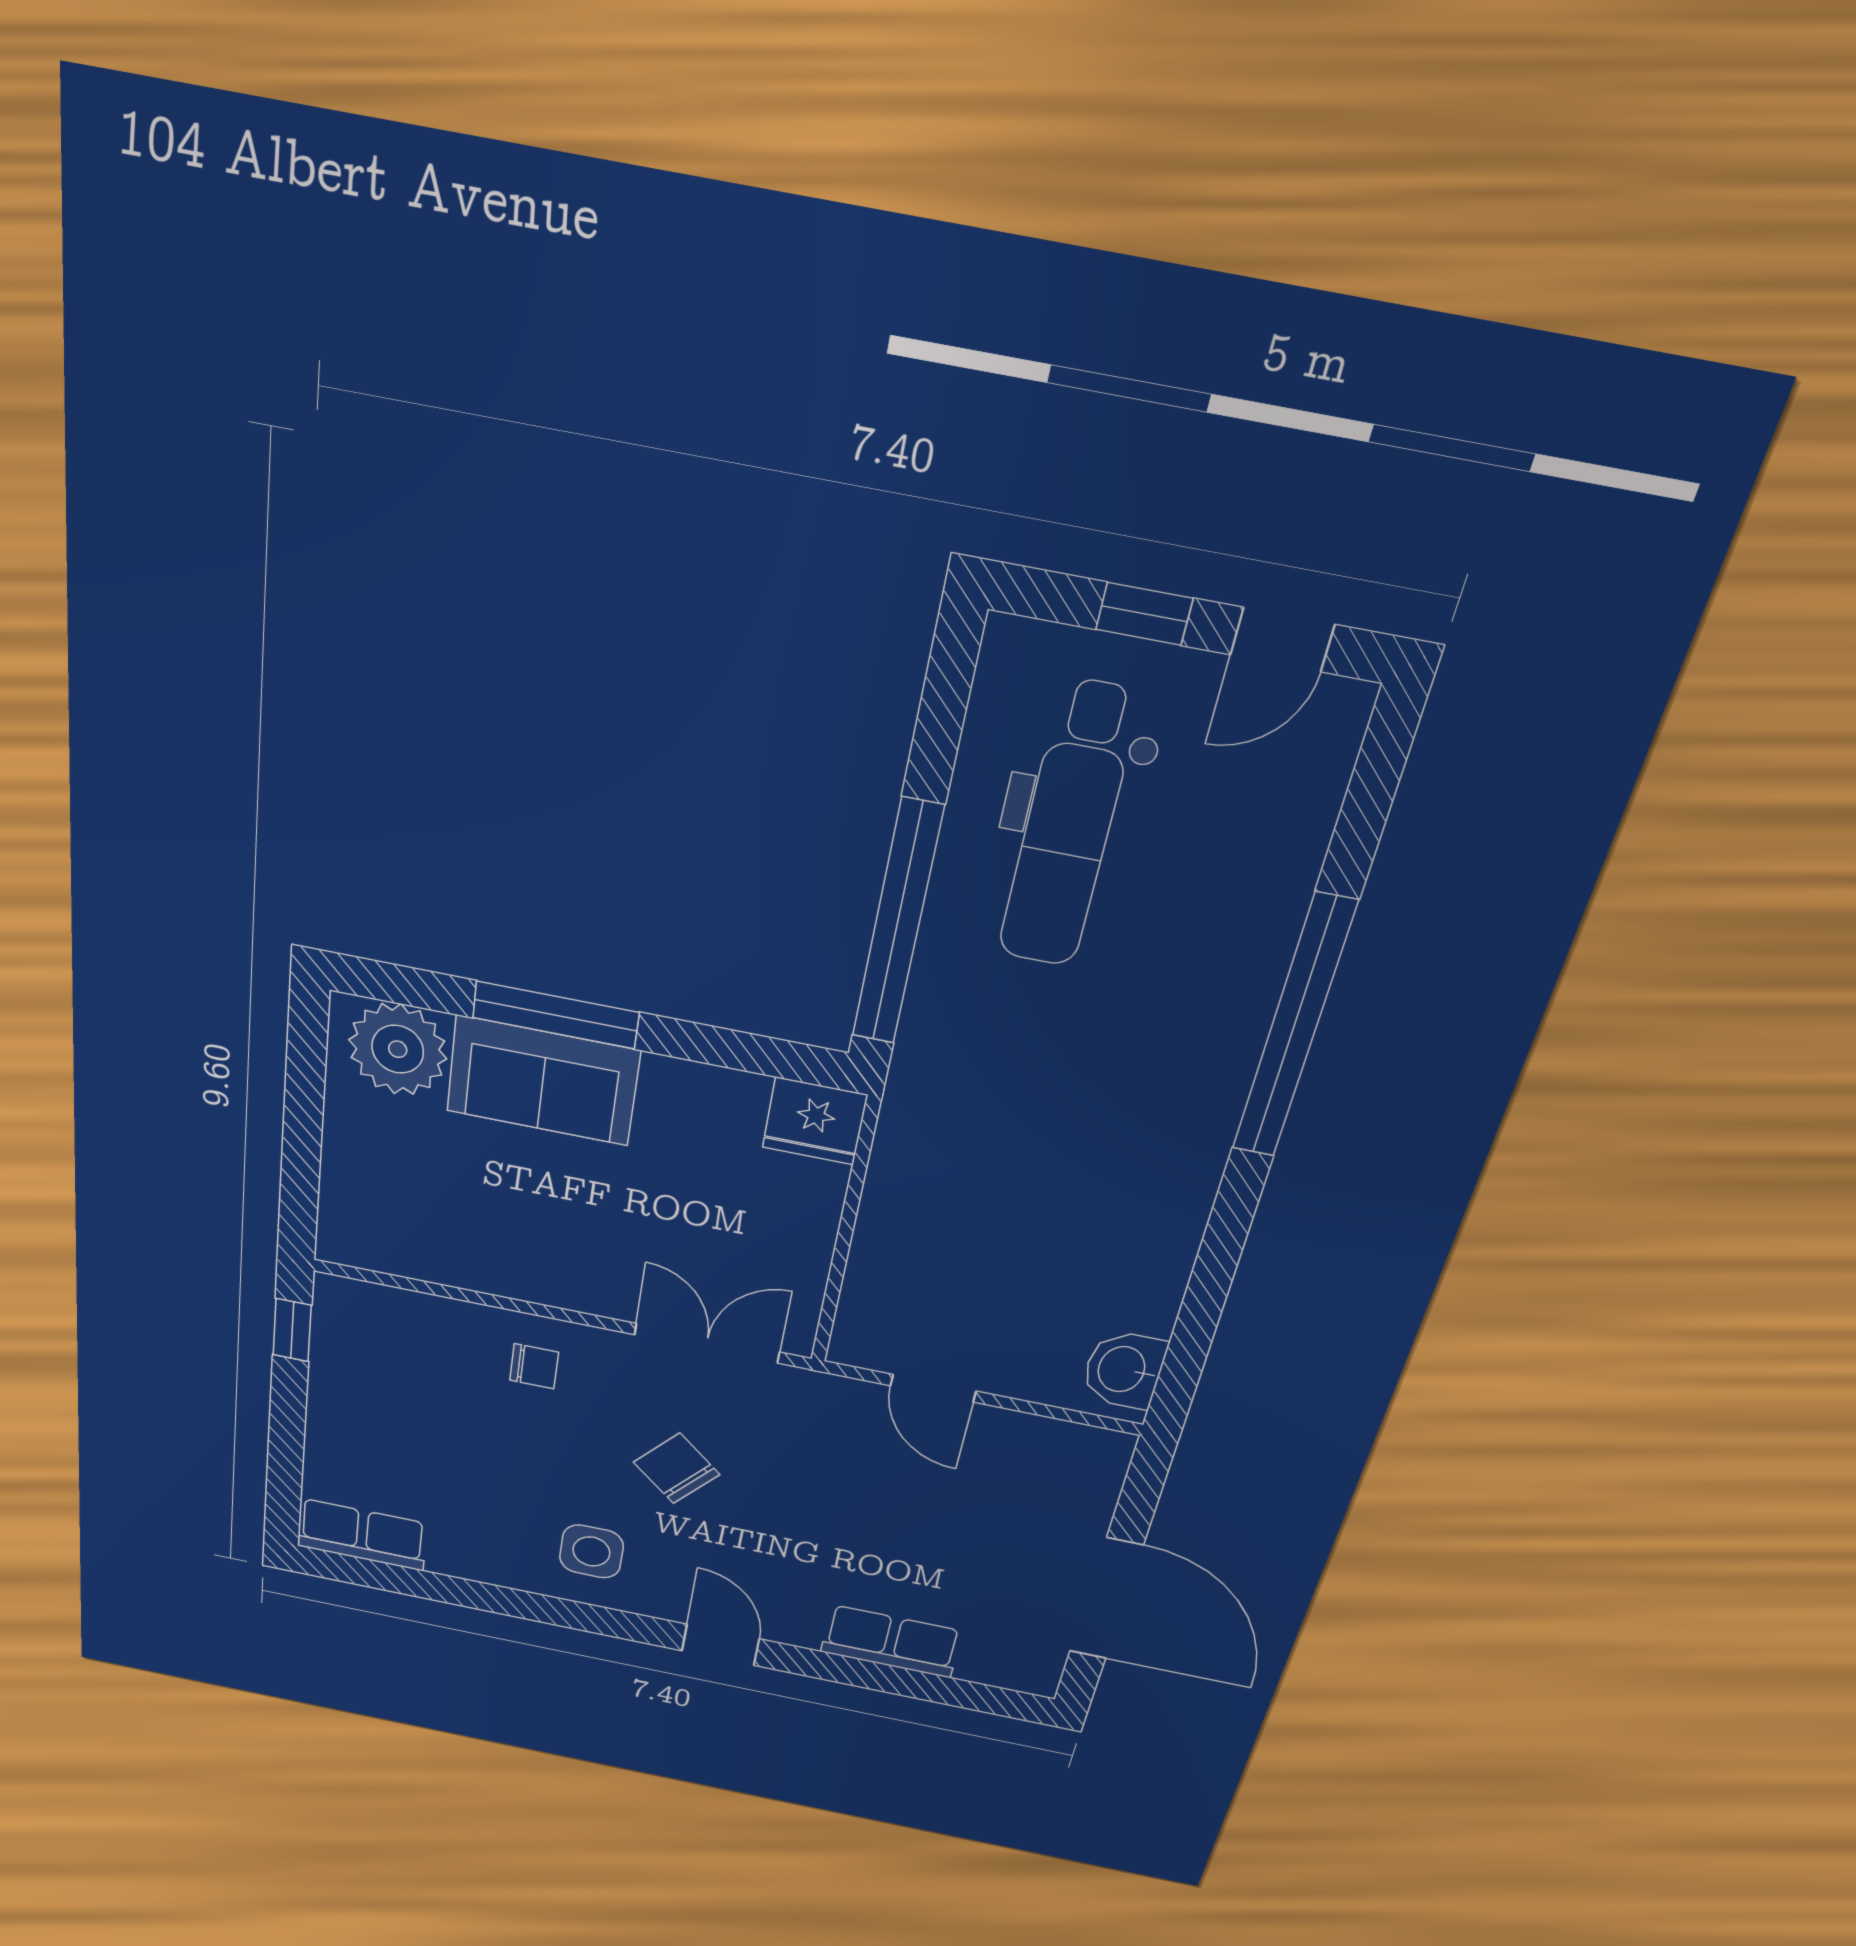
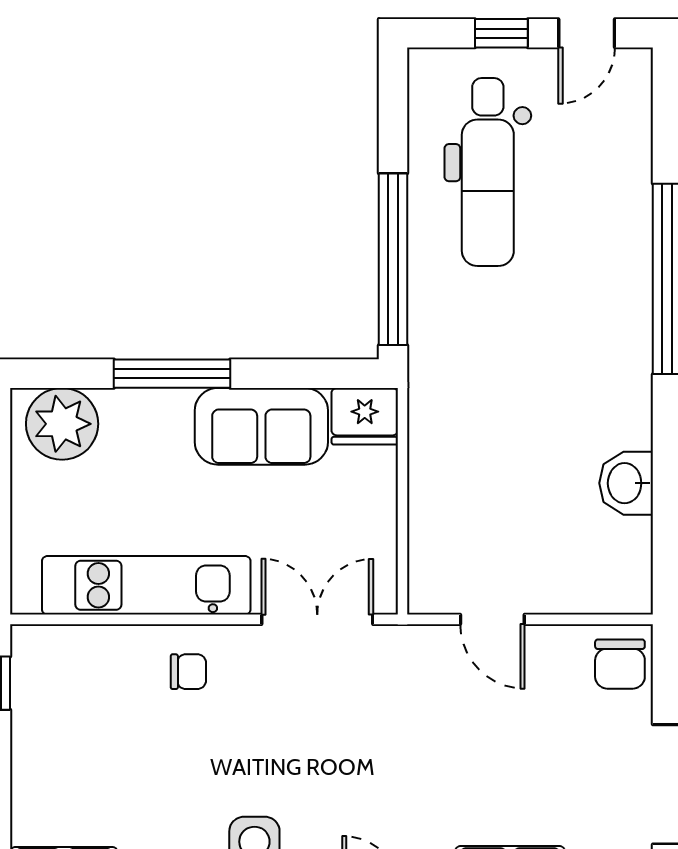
sofa: (543, 1081) -> (261, 426), moved
kitchen unit: (492, 1262) -> (146, 585), added
washbasin: (1124, 1370) -> (626, 483), moved
chair: (677, 1468) -> (620, 664), moved, turned -131

